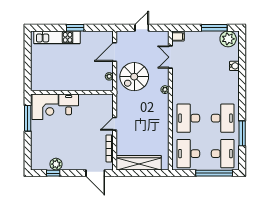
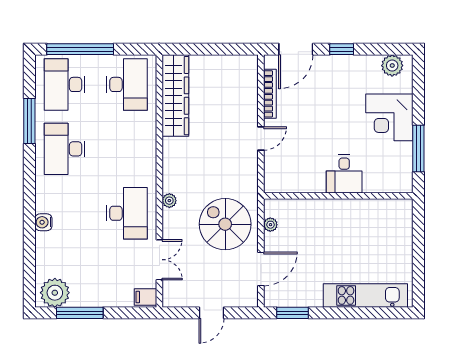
window: (75, 28) -> (293, 313), moved
water cooler: (234, 66) -> (43, 222), moved
spiral stairs: (134, 77) -> (225, 224), turned -90
corner desk: (45, 107) -> (389, 117), moved, turned -90
desk: (188, 118) -> (127, 213), moved
wardrobe: (139, 163) -> (175, 96), moved, turned -90
plant: (56, 164) -> (392, 66), moved
window: (53, 173) -> (342, 49), moved
door: (95, 173) -> (296, 49), swing flipped

